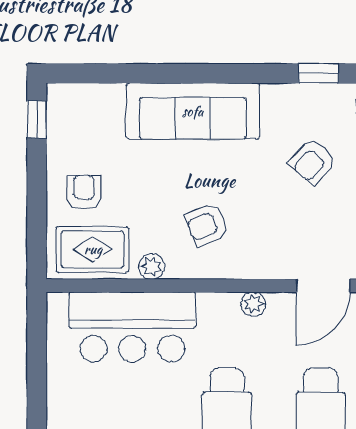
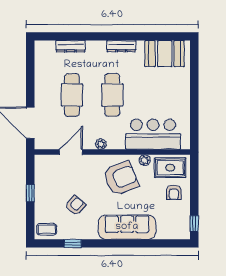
armchair: (207, 225) -> (121, 178), width x1.88, depth x1.88

